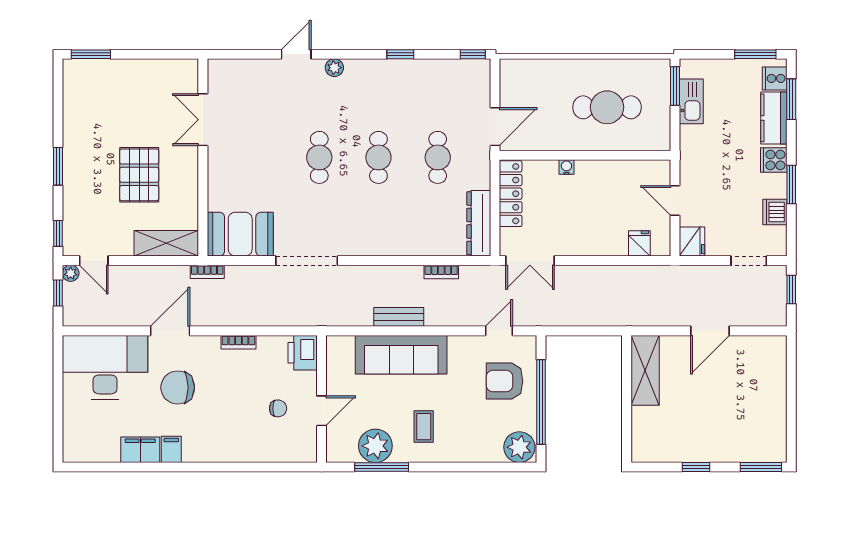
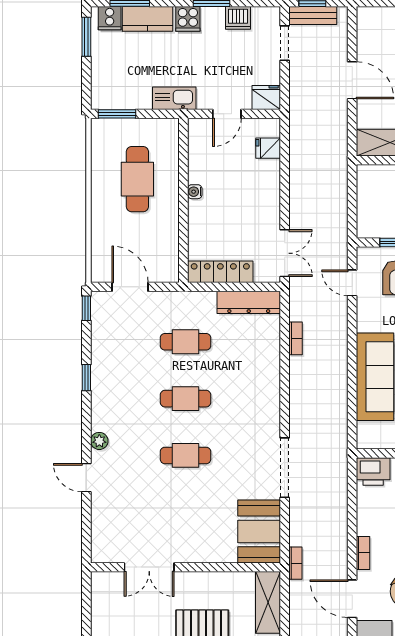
kitchen sink: (691, 101) -> (174, 98), moved
door: (495, 127) -> (130, 287), moved
water cooler: (566, 167) -> (195, 192), moved
bench: (399, 317) -> (313, 15), moved, turned 90
bookcase: (238, 342) -> (363, 553), moved

